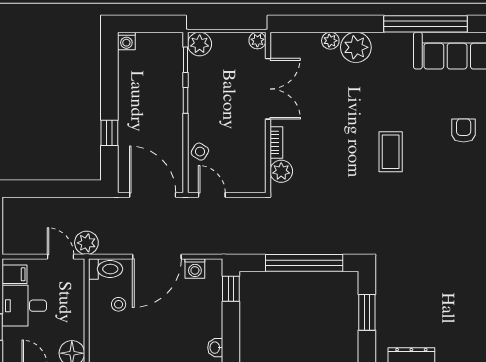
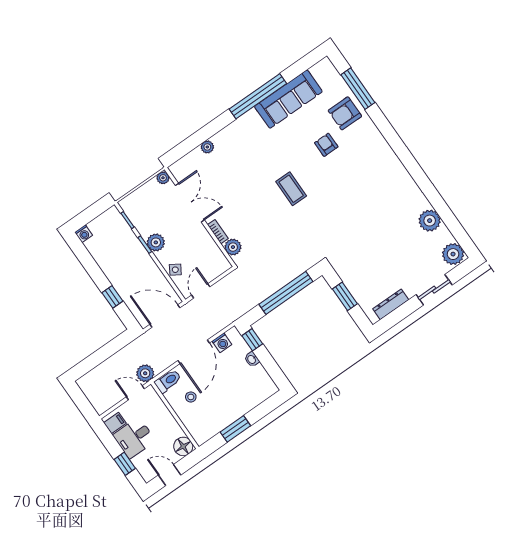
plant: (200, 44) -> (156, 242), moved
plant: (356, 47) -> (226, 140), removed
door: (212, 195) -> (201, 291), hinge flipped
washbasin: (215, 348) -> (252, 359), moved

